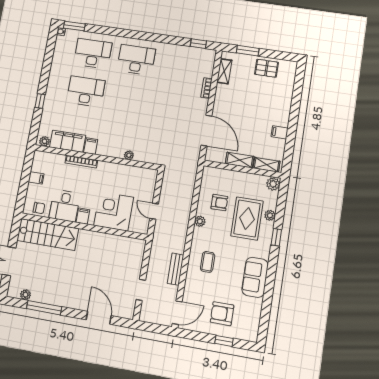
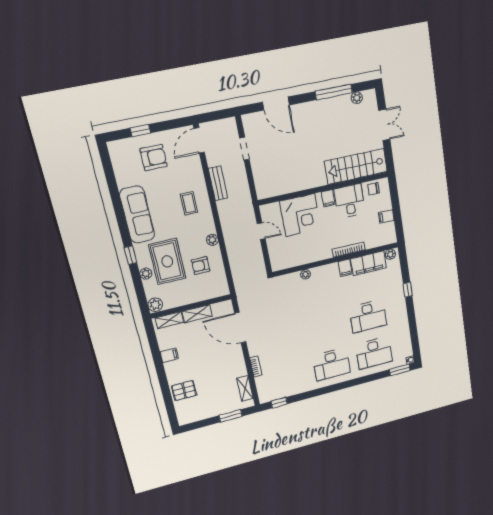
pallet: (267, 68) -> (184, 391), moved
sofa: (255, 277) -> (137, 215), width x1.36

